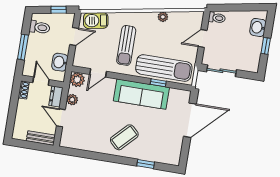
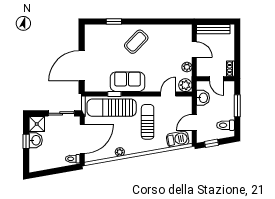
washbasin: (258, 27) -> (36, 140), moved
door: (203, 38) -> (82, 139), width x1.87
shower: (251, 63) -> (37, 124), added
sofa: (141, 94) -> (127, 82), width x0.73
dresser: (56, 96) -> (202, 67), removed
bench: (41, 138) -> (213, 29), width x1.36

